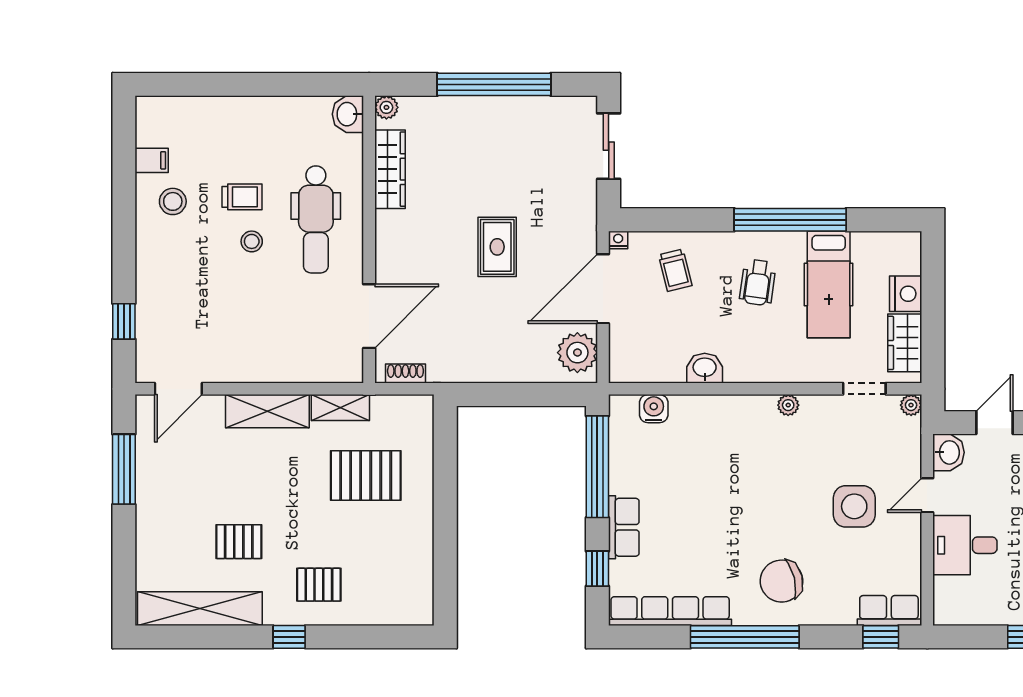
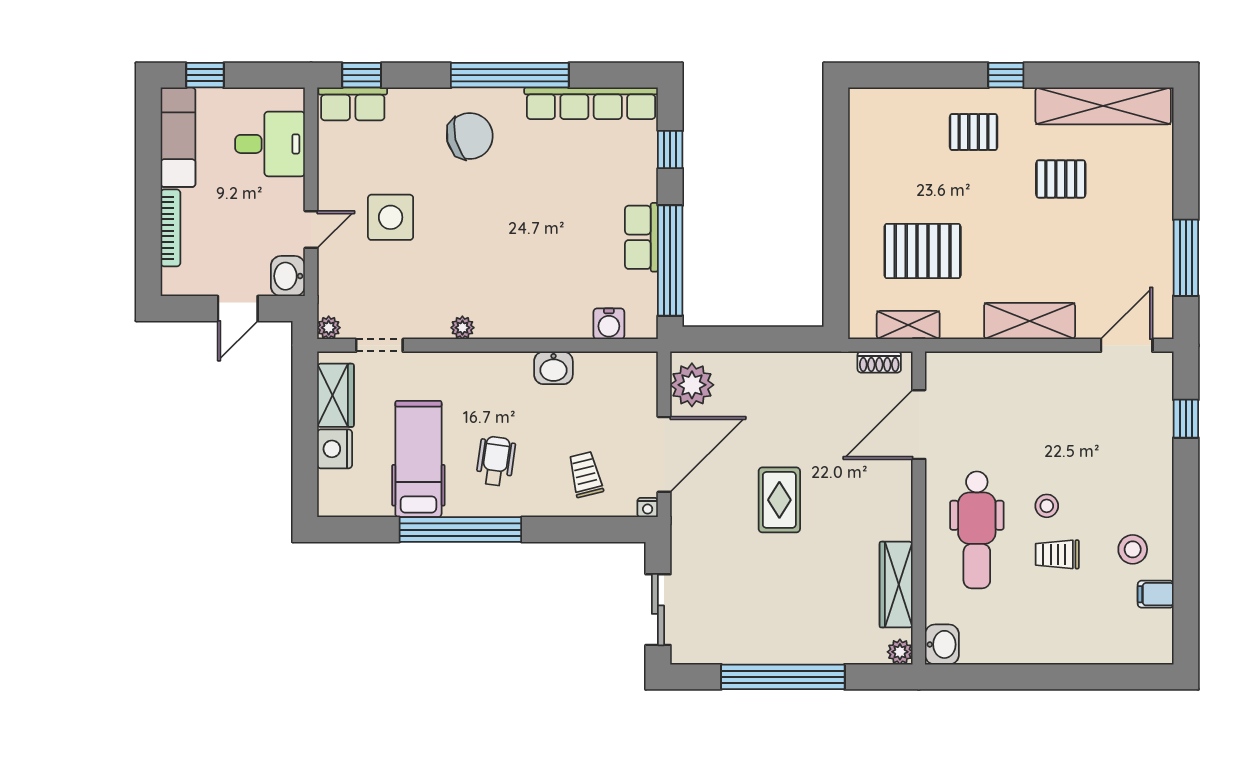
dental chair: (316, 219) -> (977, 530), turned 180
shelving: (340, 407) -> (908, 325), moved
row of seats: (624, 527) -> (641, 237), moved
desk: (965, 545) -> (270, 144), moved

